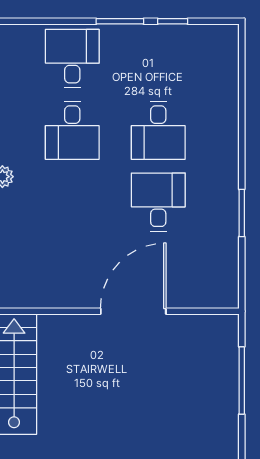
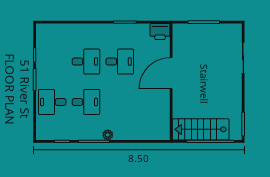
desk: (158, 202) -> (120, 62), turned 180
printer: (222, 288) -> (160, 32), added
door: (133, 311) -> (171, 73), hinge flipped

